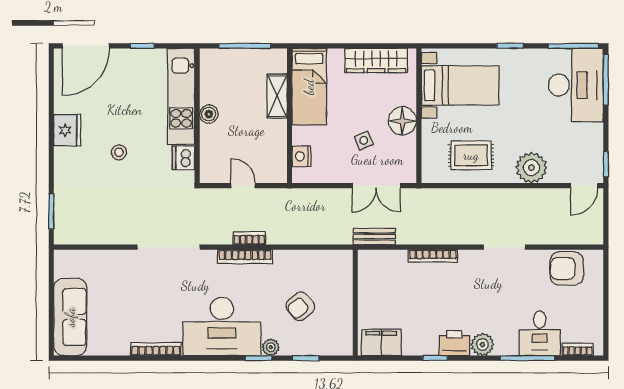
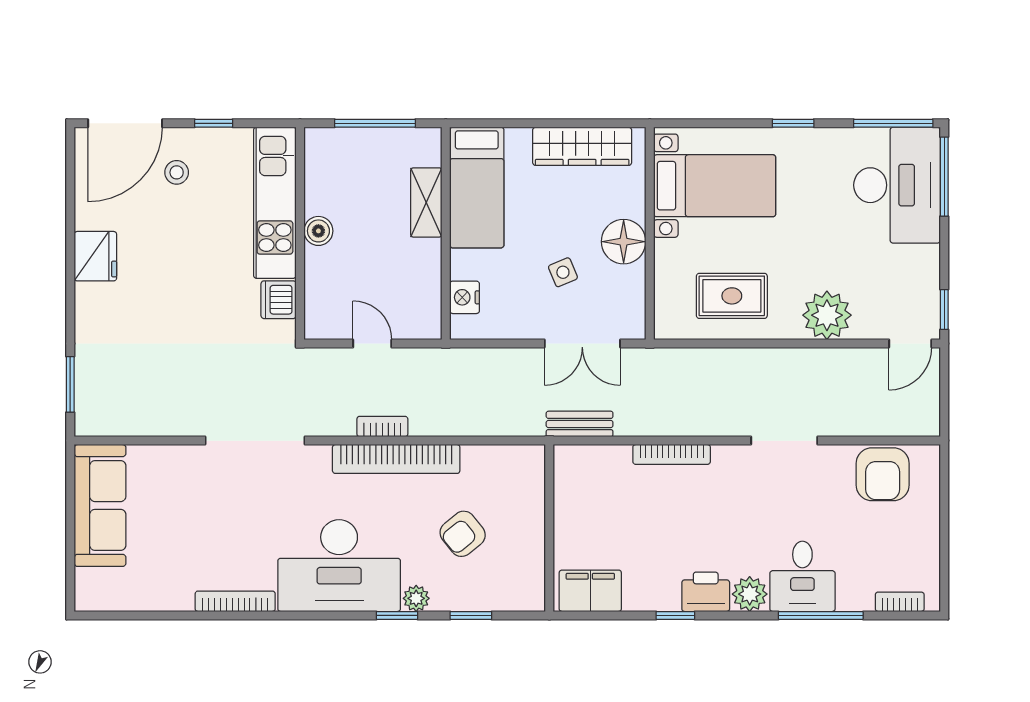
stool: (119, 152) -> (177, 172), moved
bookcase: (245, 257) -> (396, 459), width x1.48, depth x1.31
armchair: (567, 269) -> (883, 474), turned -90
sofa: (70, 317) -> (100, 505), moved
desk: (540, 333) -> (802, 576), moved

